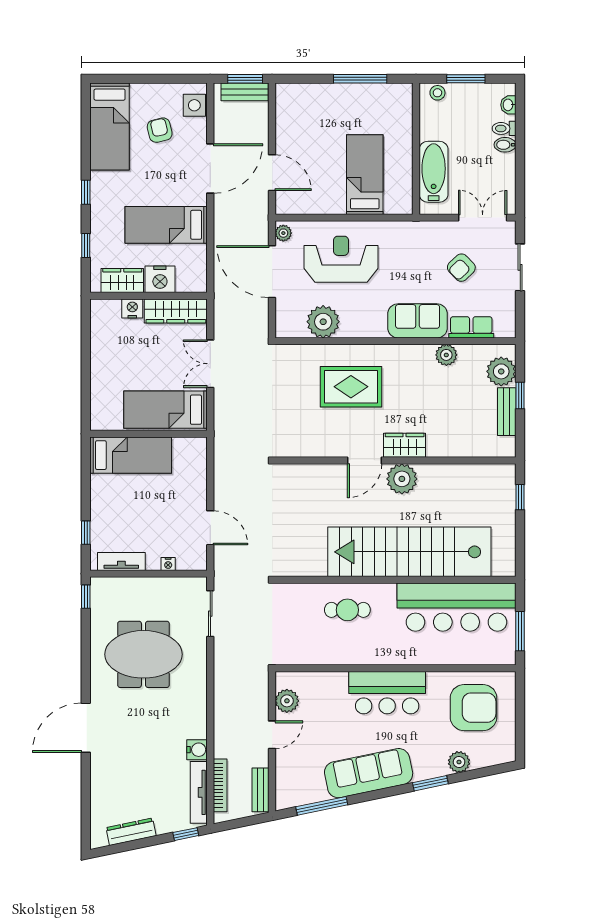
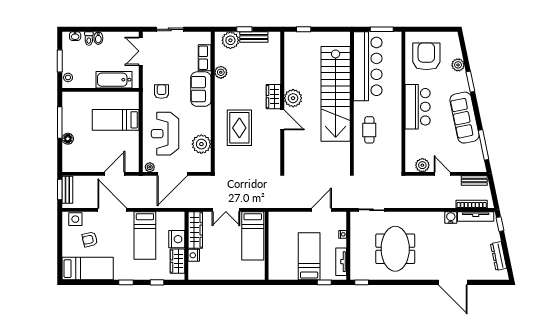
floor lamp: (332, 92) -> (68, 139), added
armchair: (461, 268) -> (161, 92), moved, turned -136
bed: (131, 455) -> (309, 256), moved
door: (86, 728) -> (453, 282), moved

